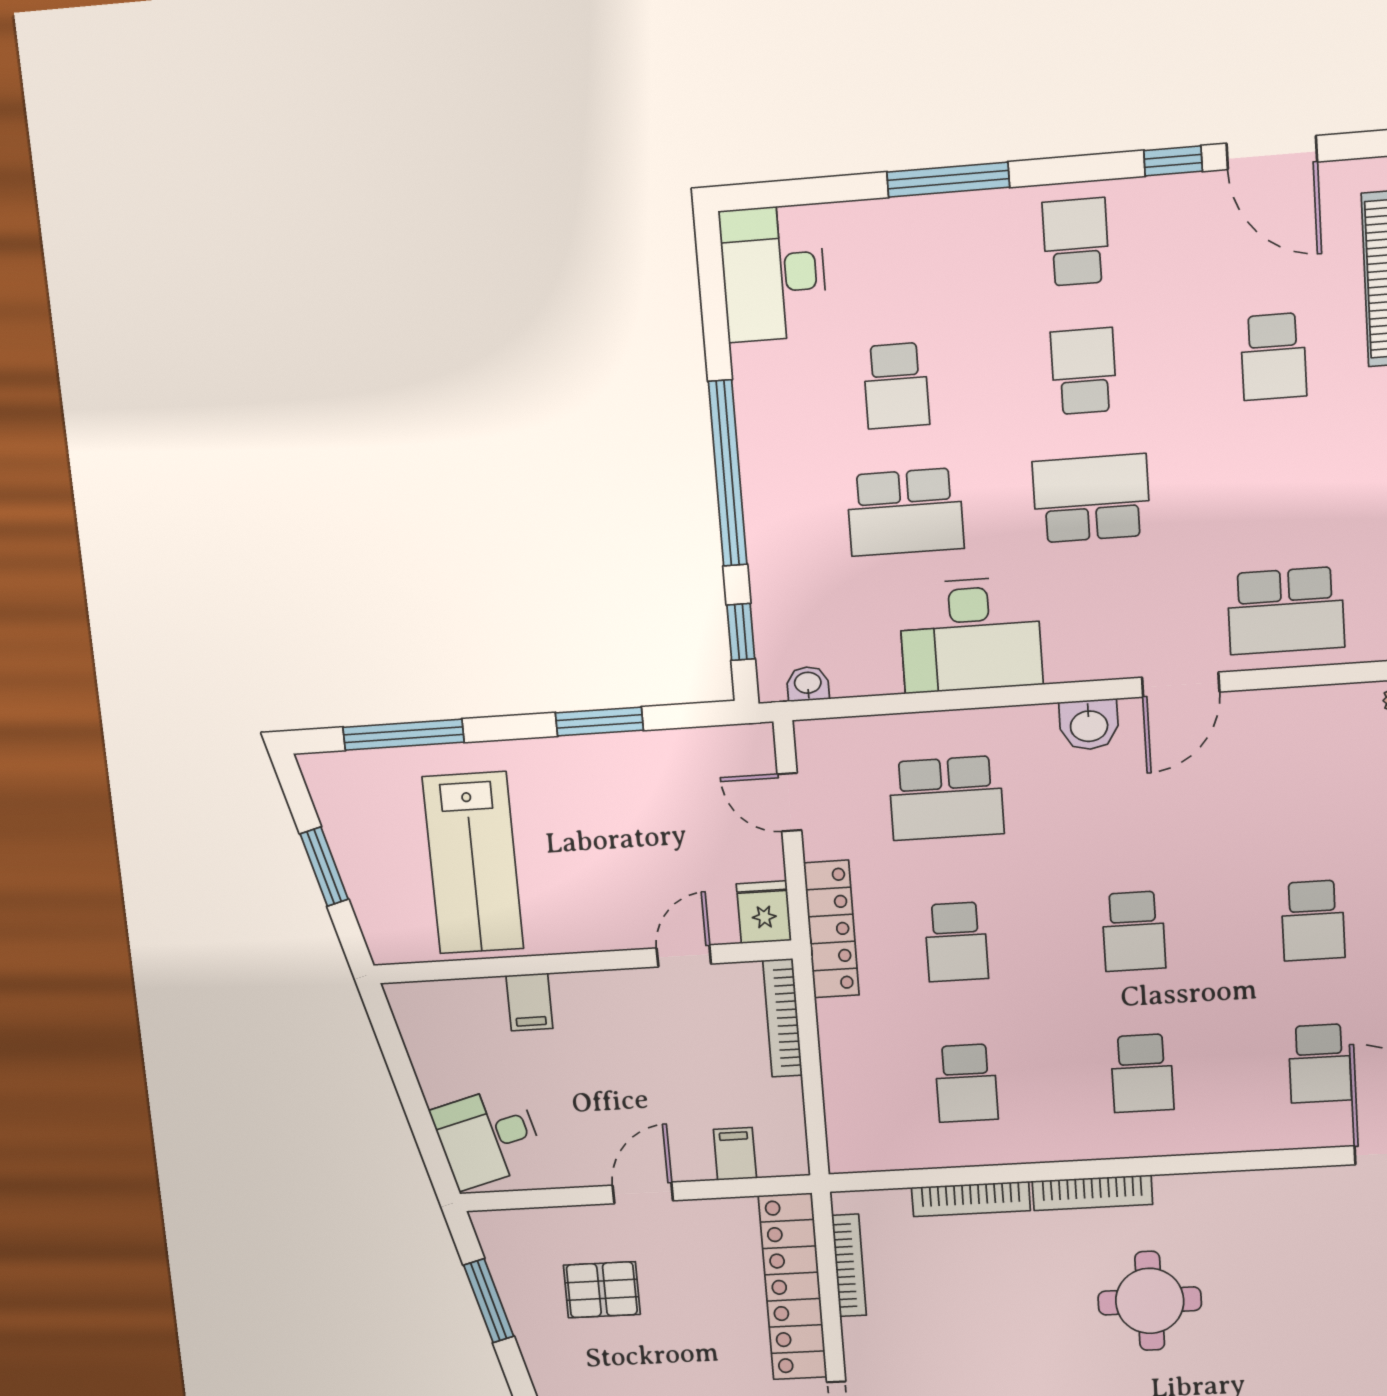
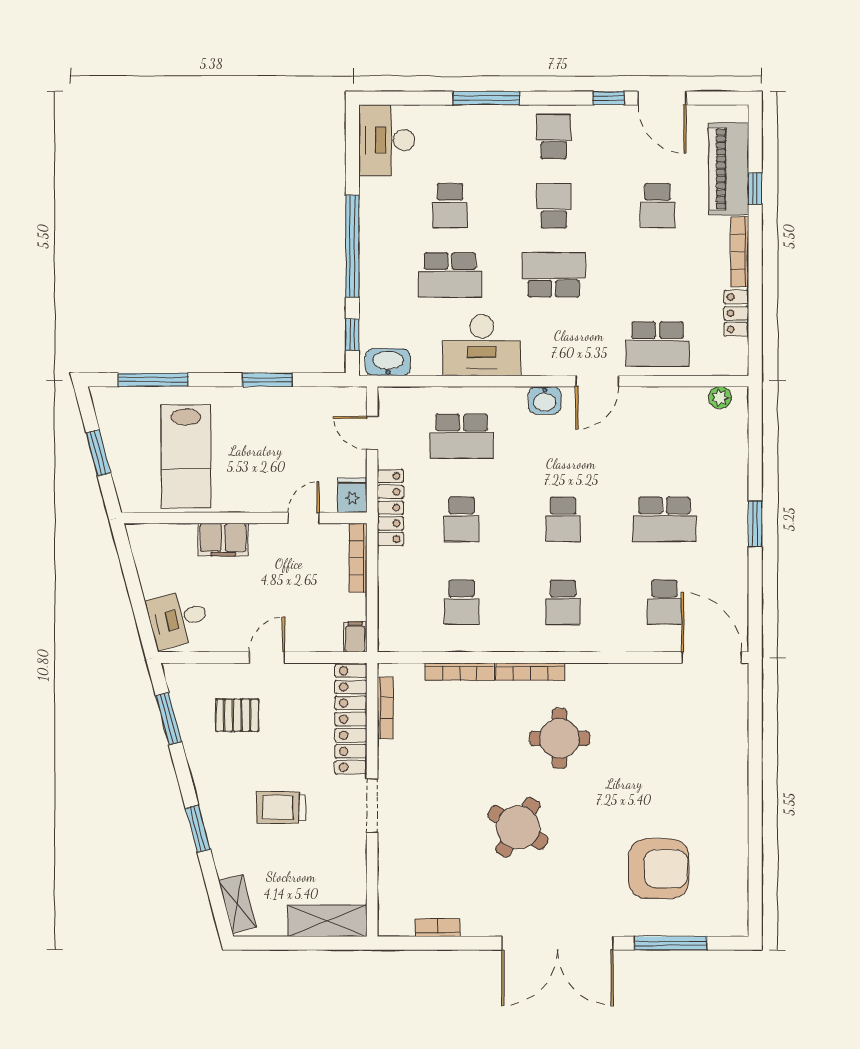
washbasin: (808, 684) -> (388, 362), width x1.91, depth x1.45
school desk: (1313, 920) -> (664, 519), width x1.85
filing cabinet: (529, 1002) -> (223, 540), width x2.00
filing cabinet: (735, 1154) -> (355, 637), moved

